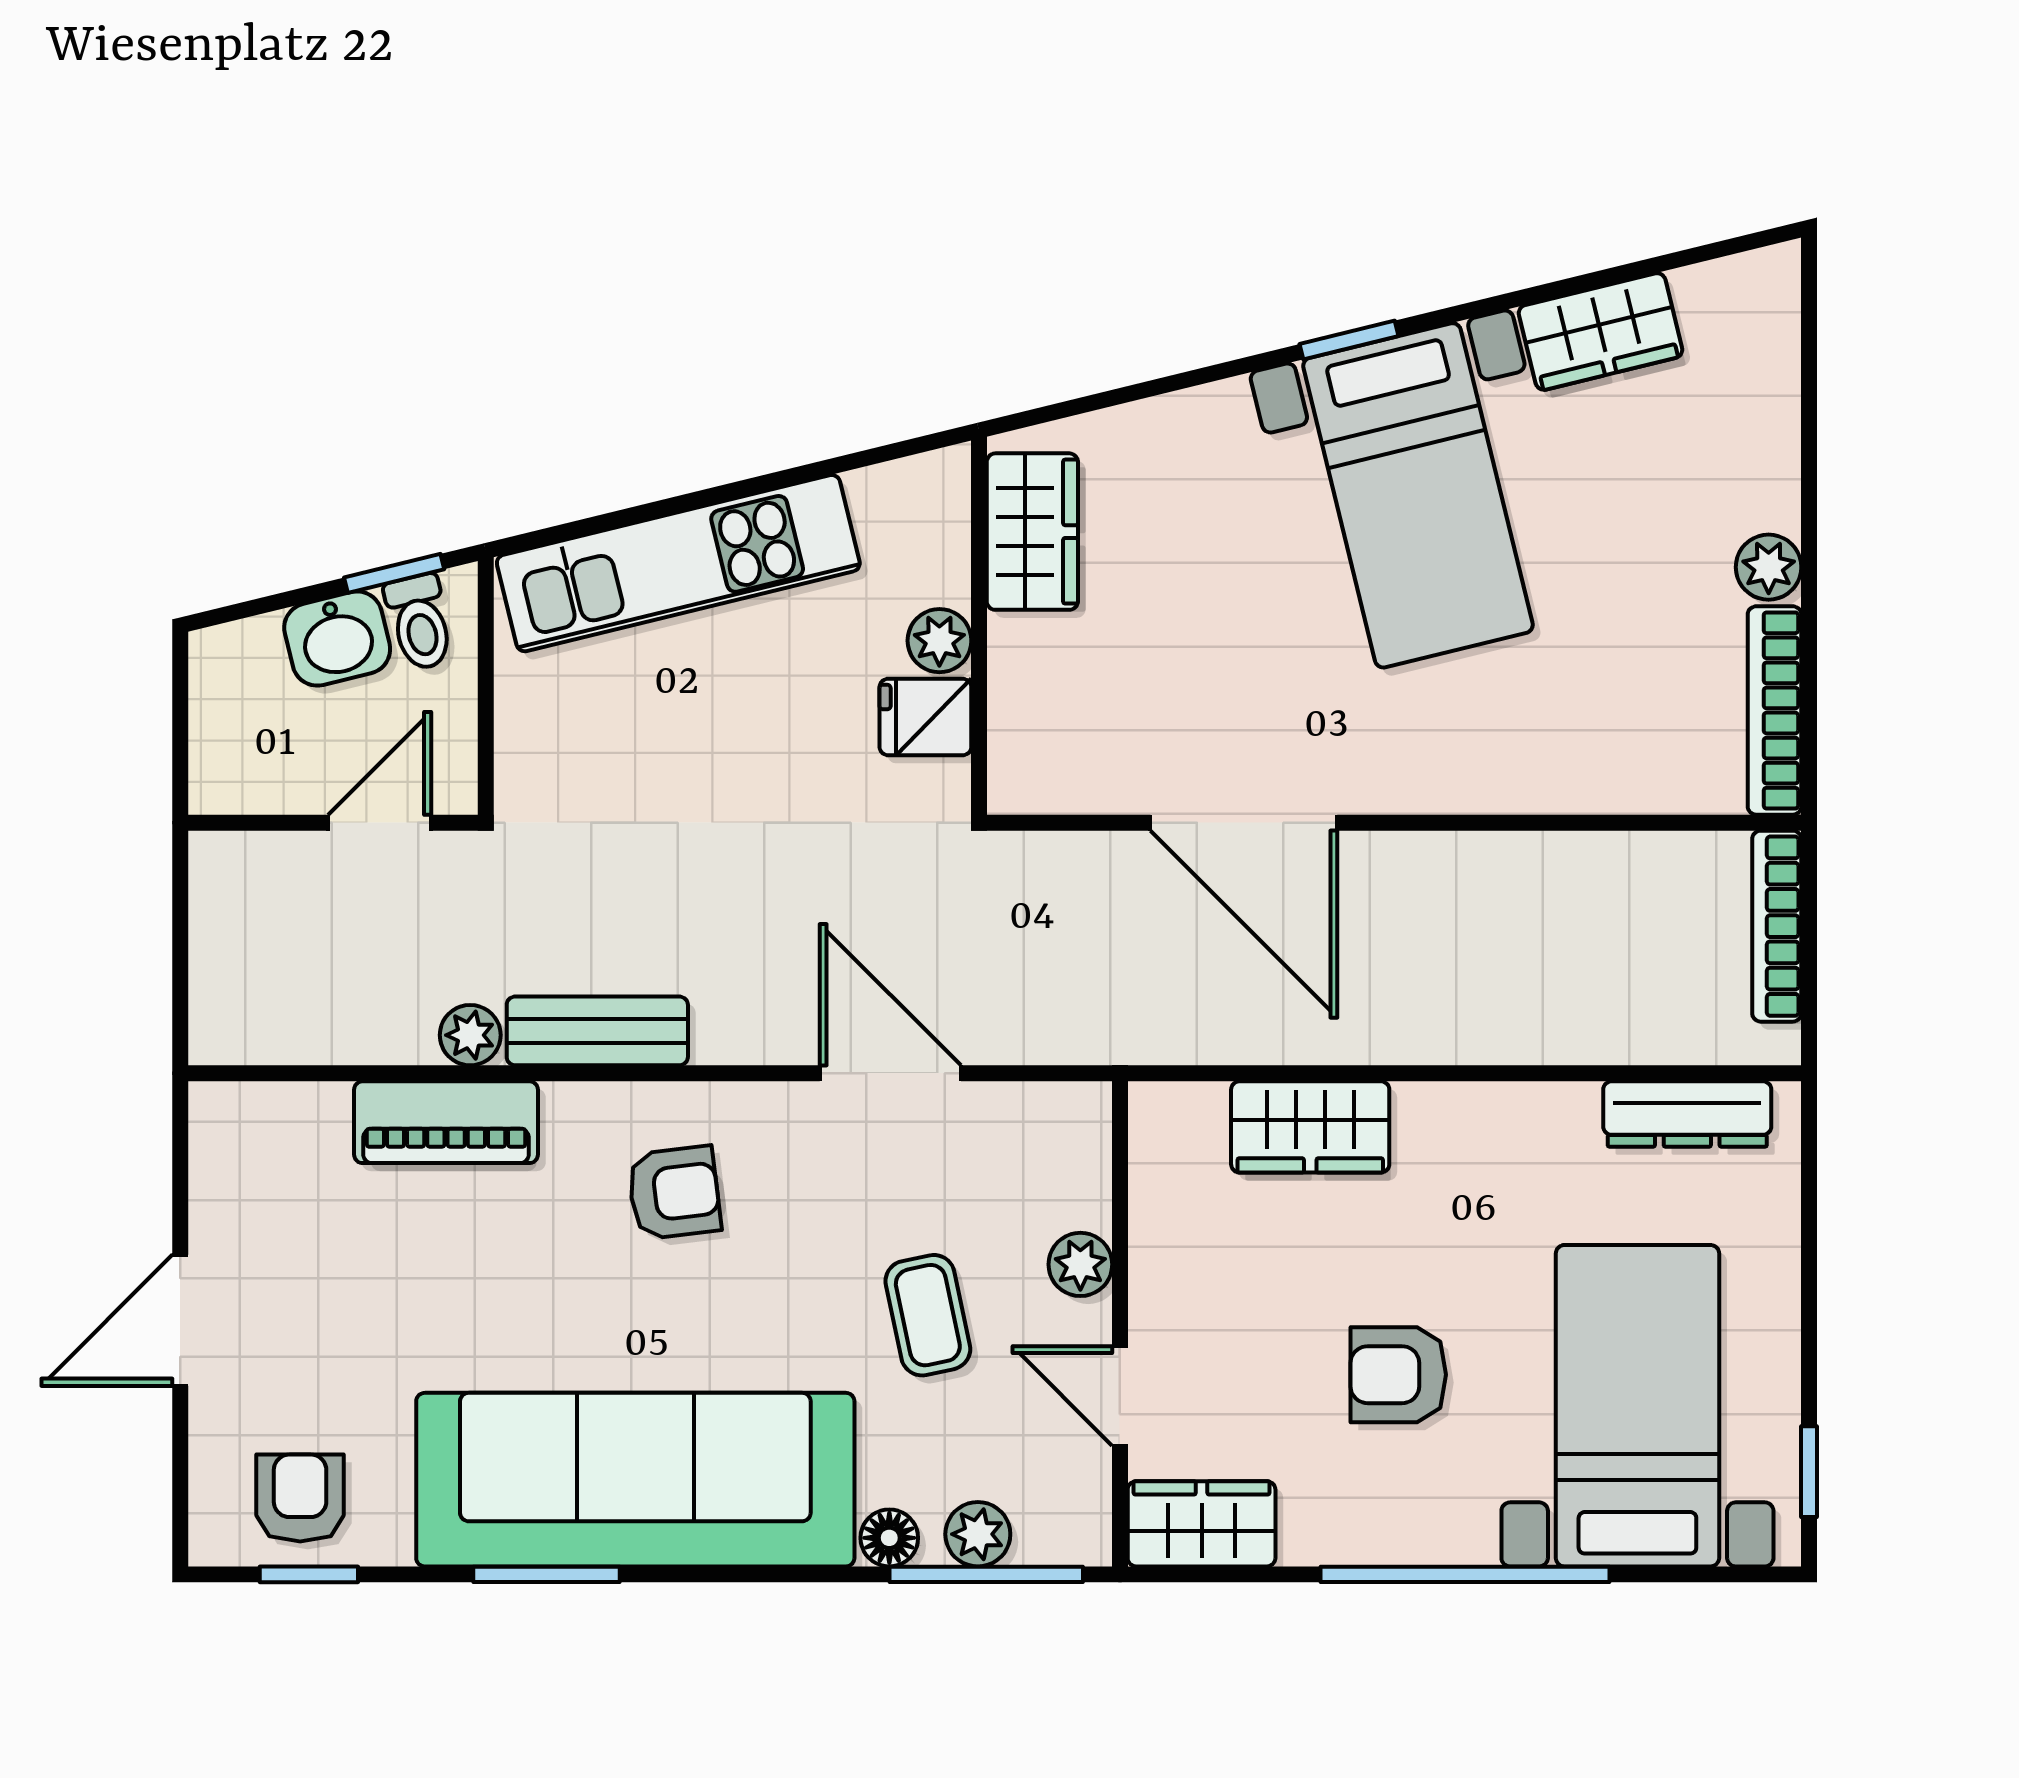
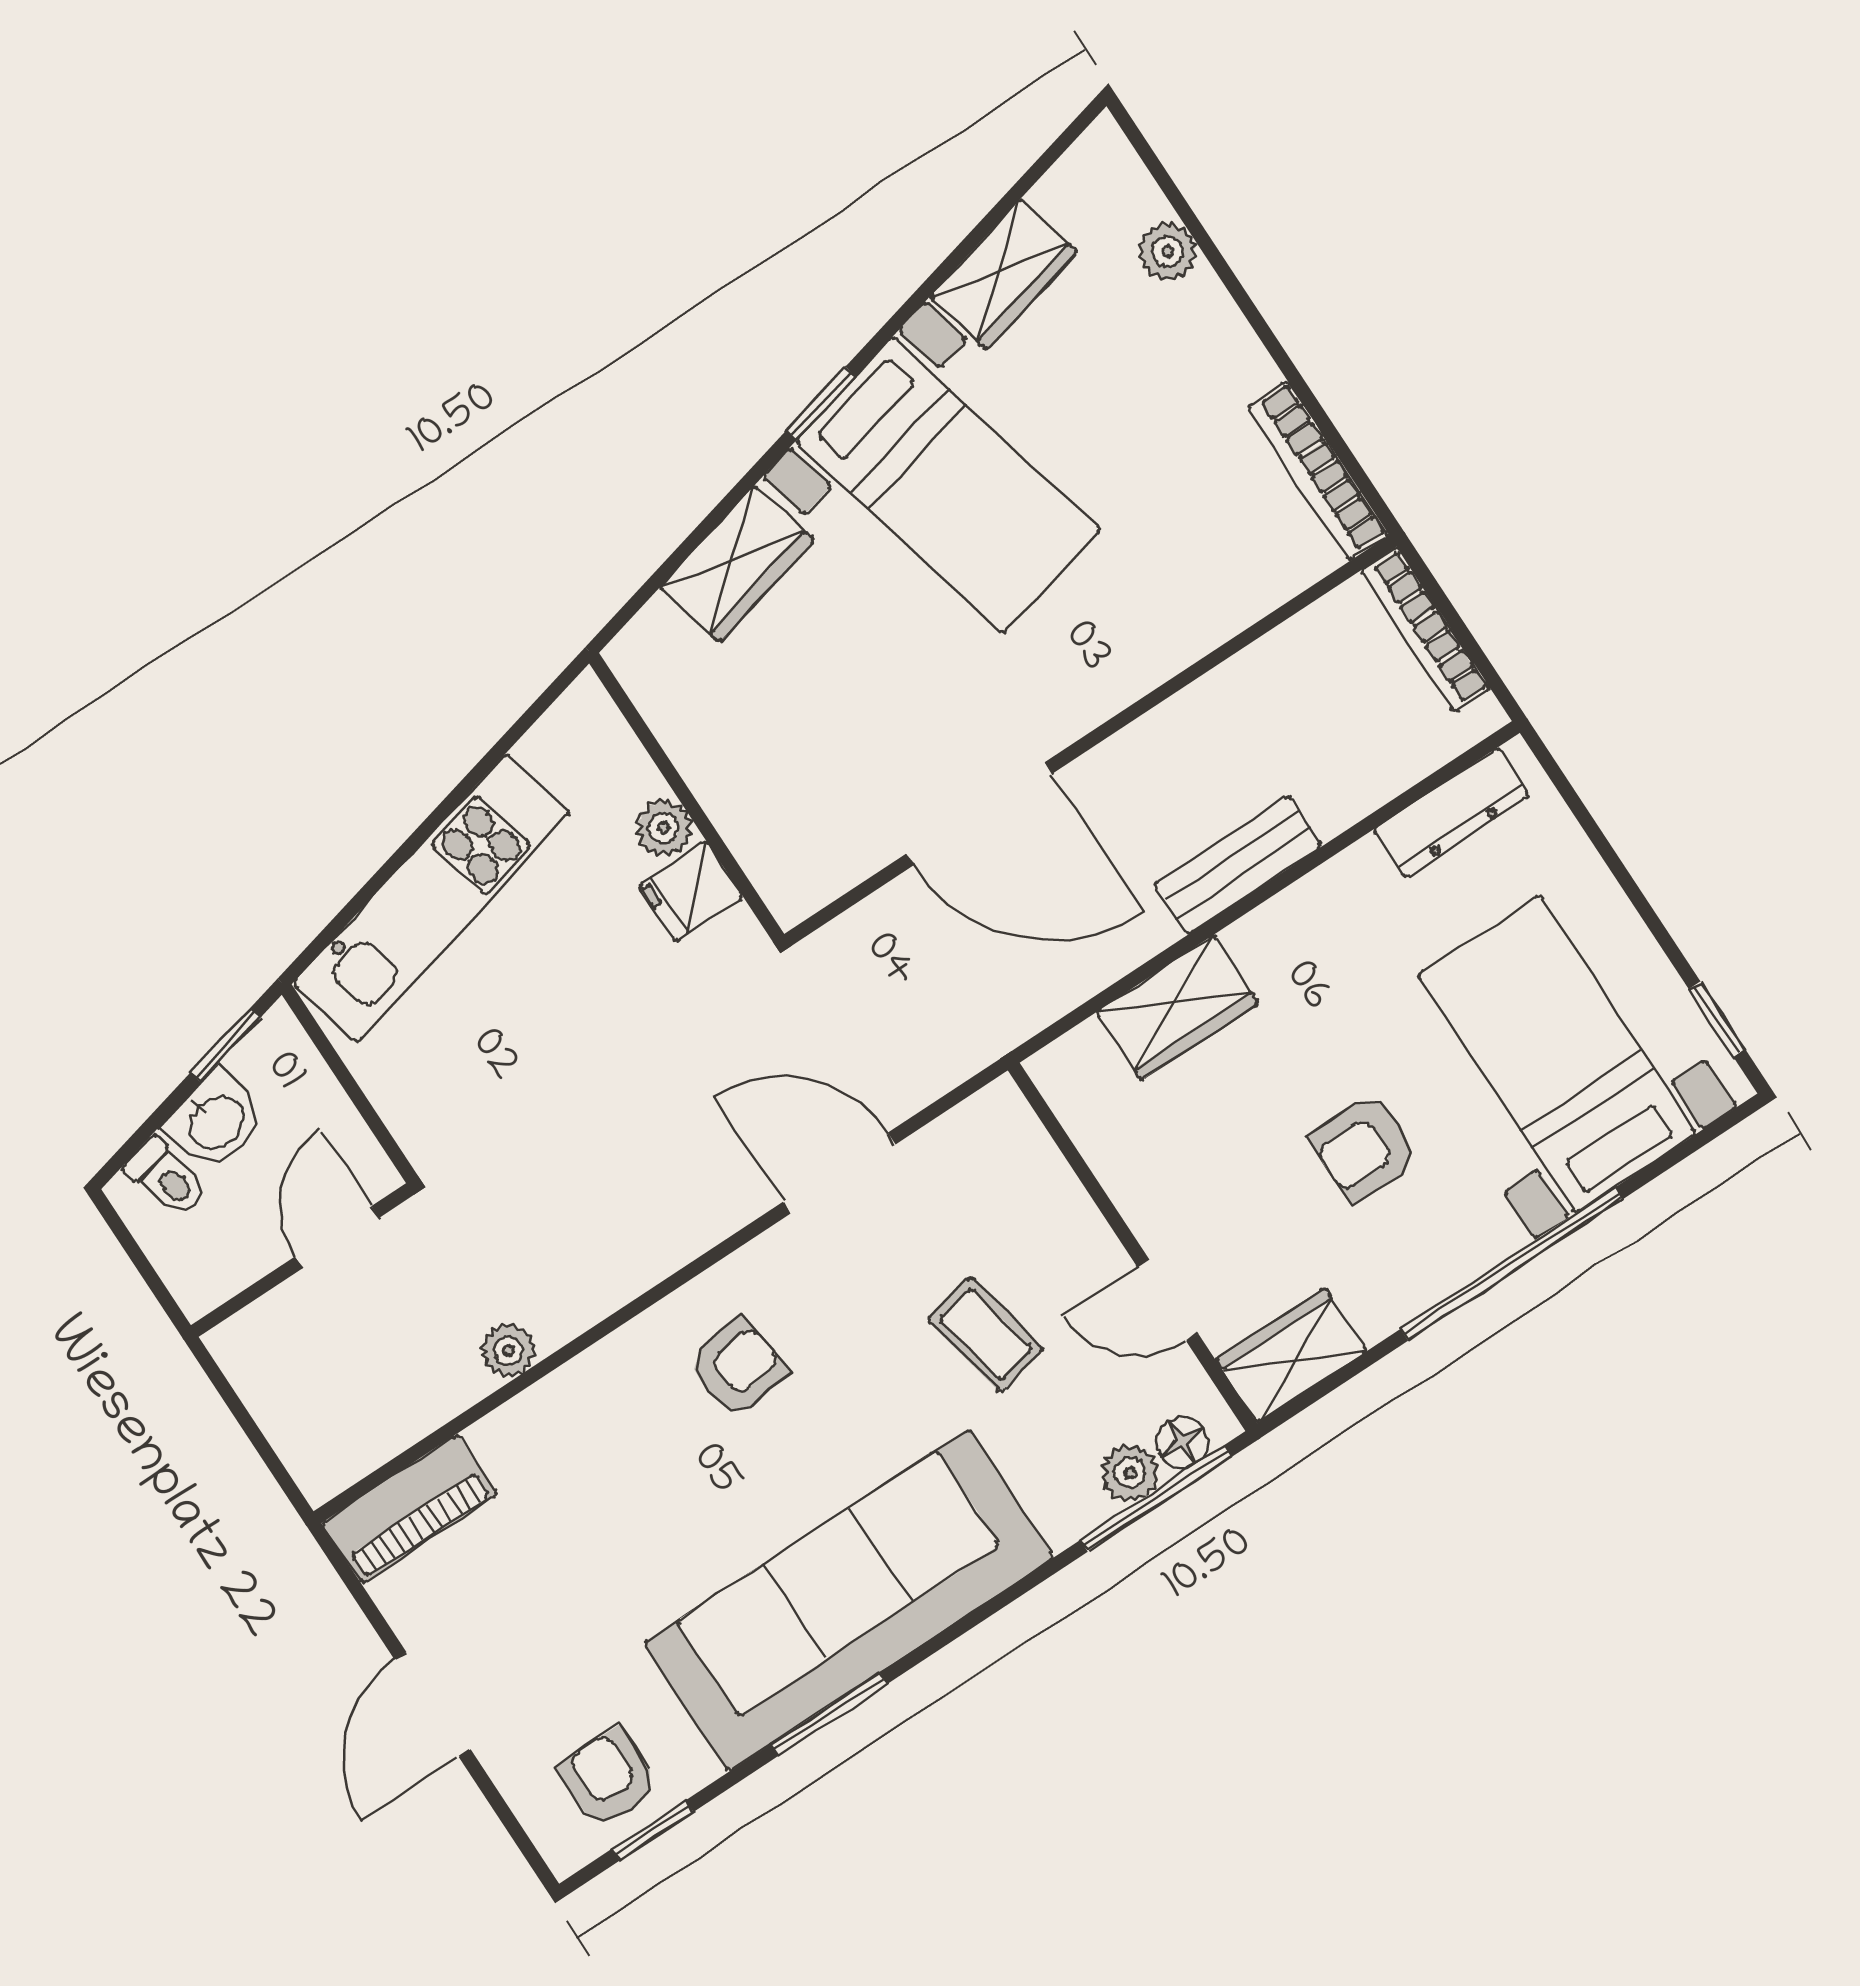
wardrobe: (1032, 532) -> (737, 564), moved, turned 76
plant: (1769, 567) -> (1168, 252), moved
toilet: (419, 622) -> (167, 1178), moved
bench: (597, 1031) -> (1238, 865), moved
piano: (446, 1122) -> (410, 1509), moved
plant: (1080, 1264) -> (1074, 1222), removed
floor lamp: (889, 1538) -> (1182, 1443), moved

